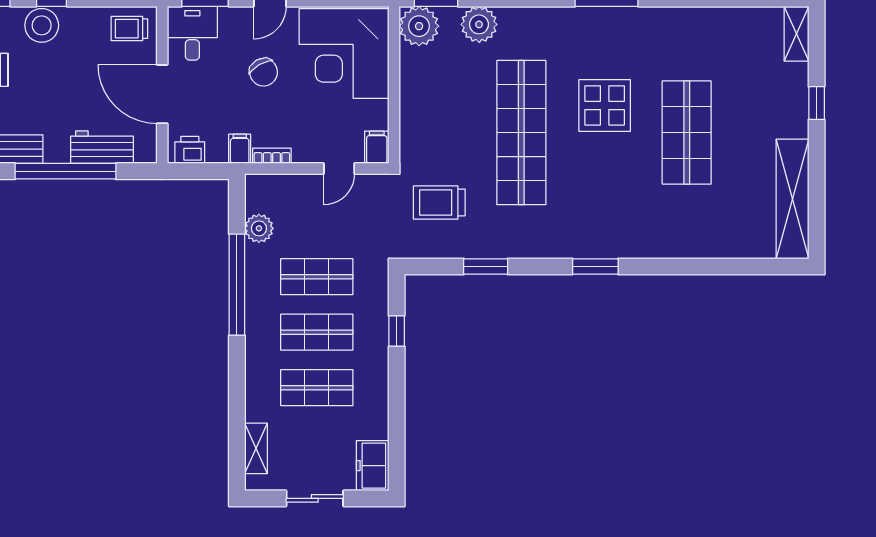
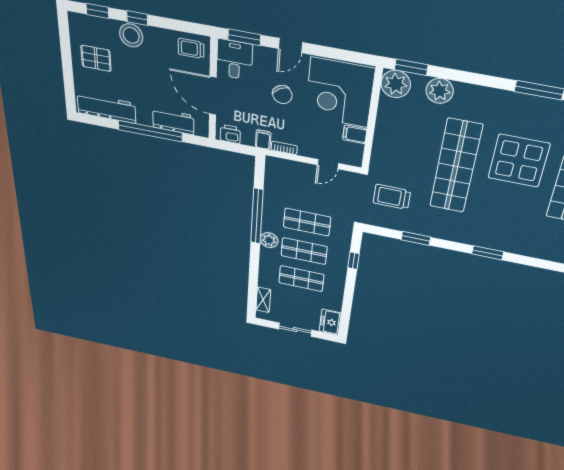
display table: (605, 105) -> (519, 161), width x1.36, depth x1.36
filing cabinet: (377, 147) -> (355, 134), moved, turned -90
plant: (259, 228) -> (269, 240), moved

